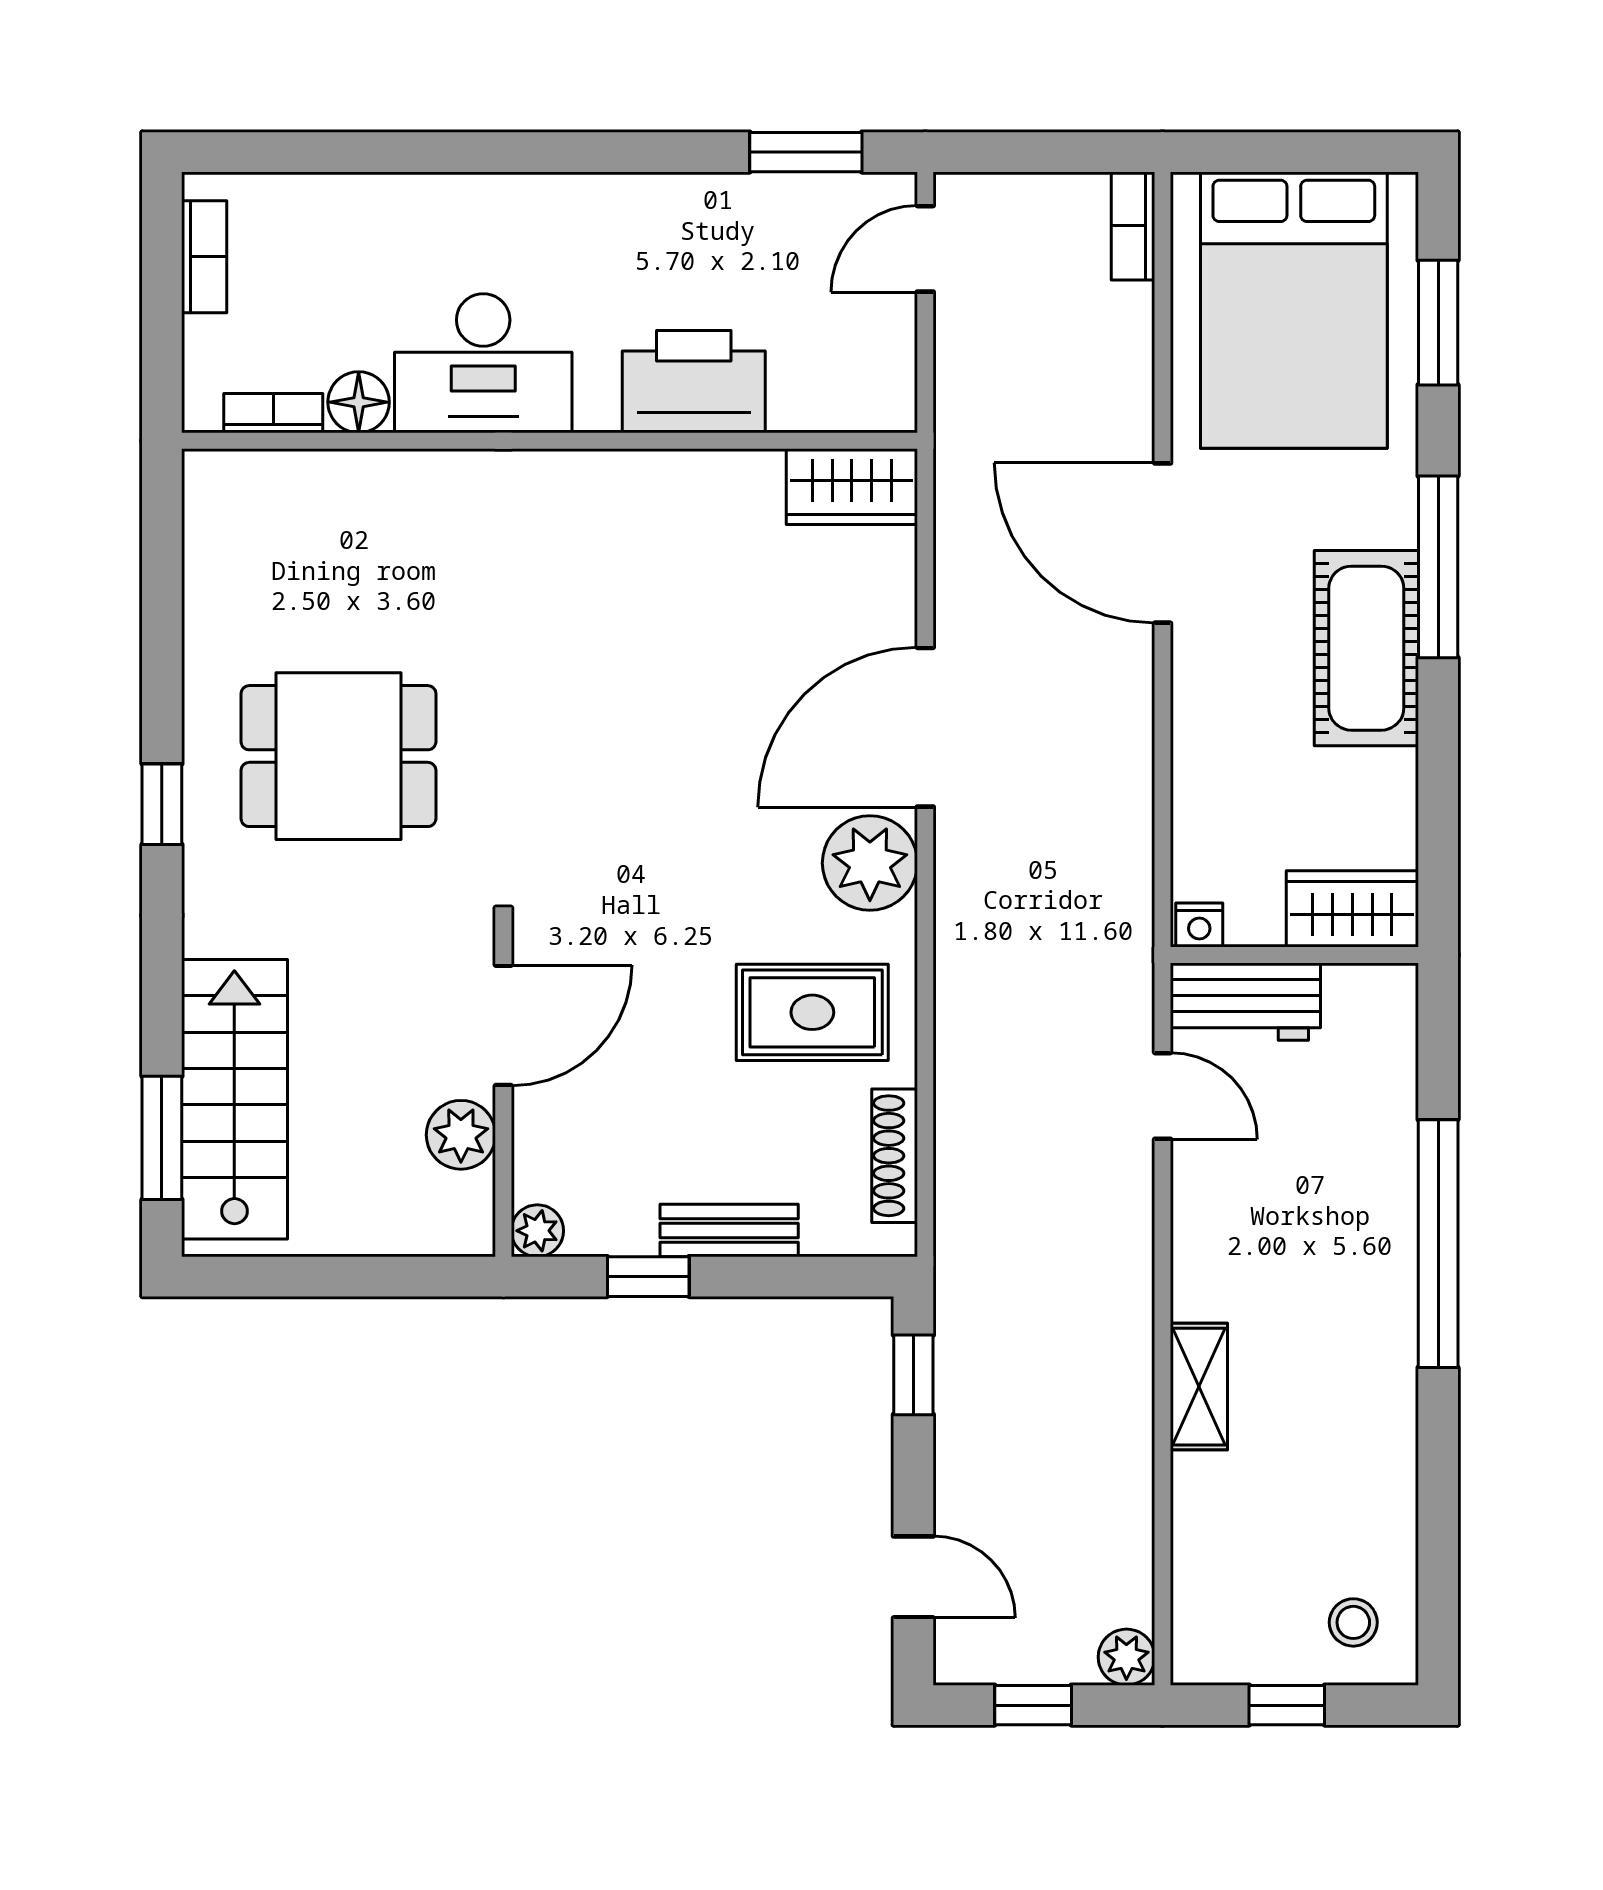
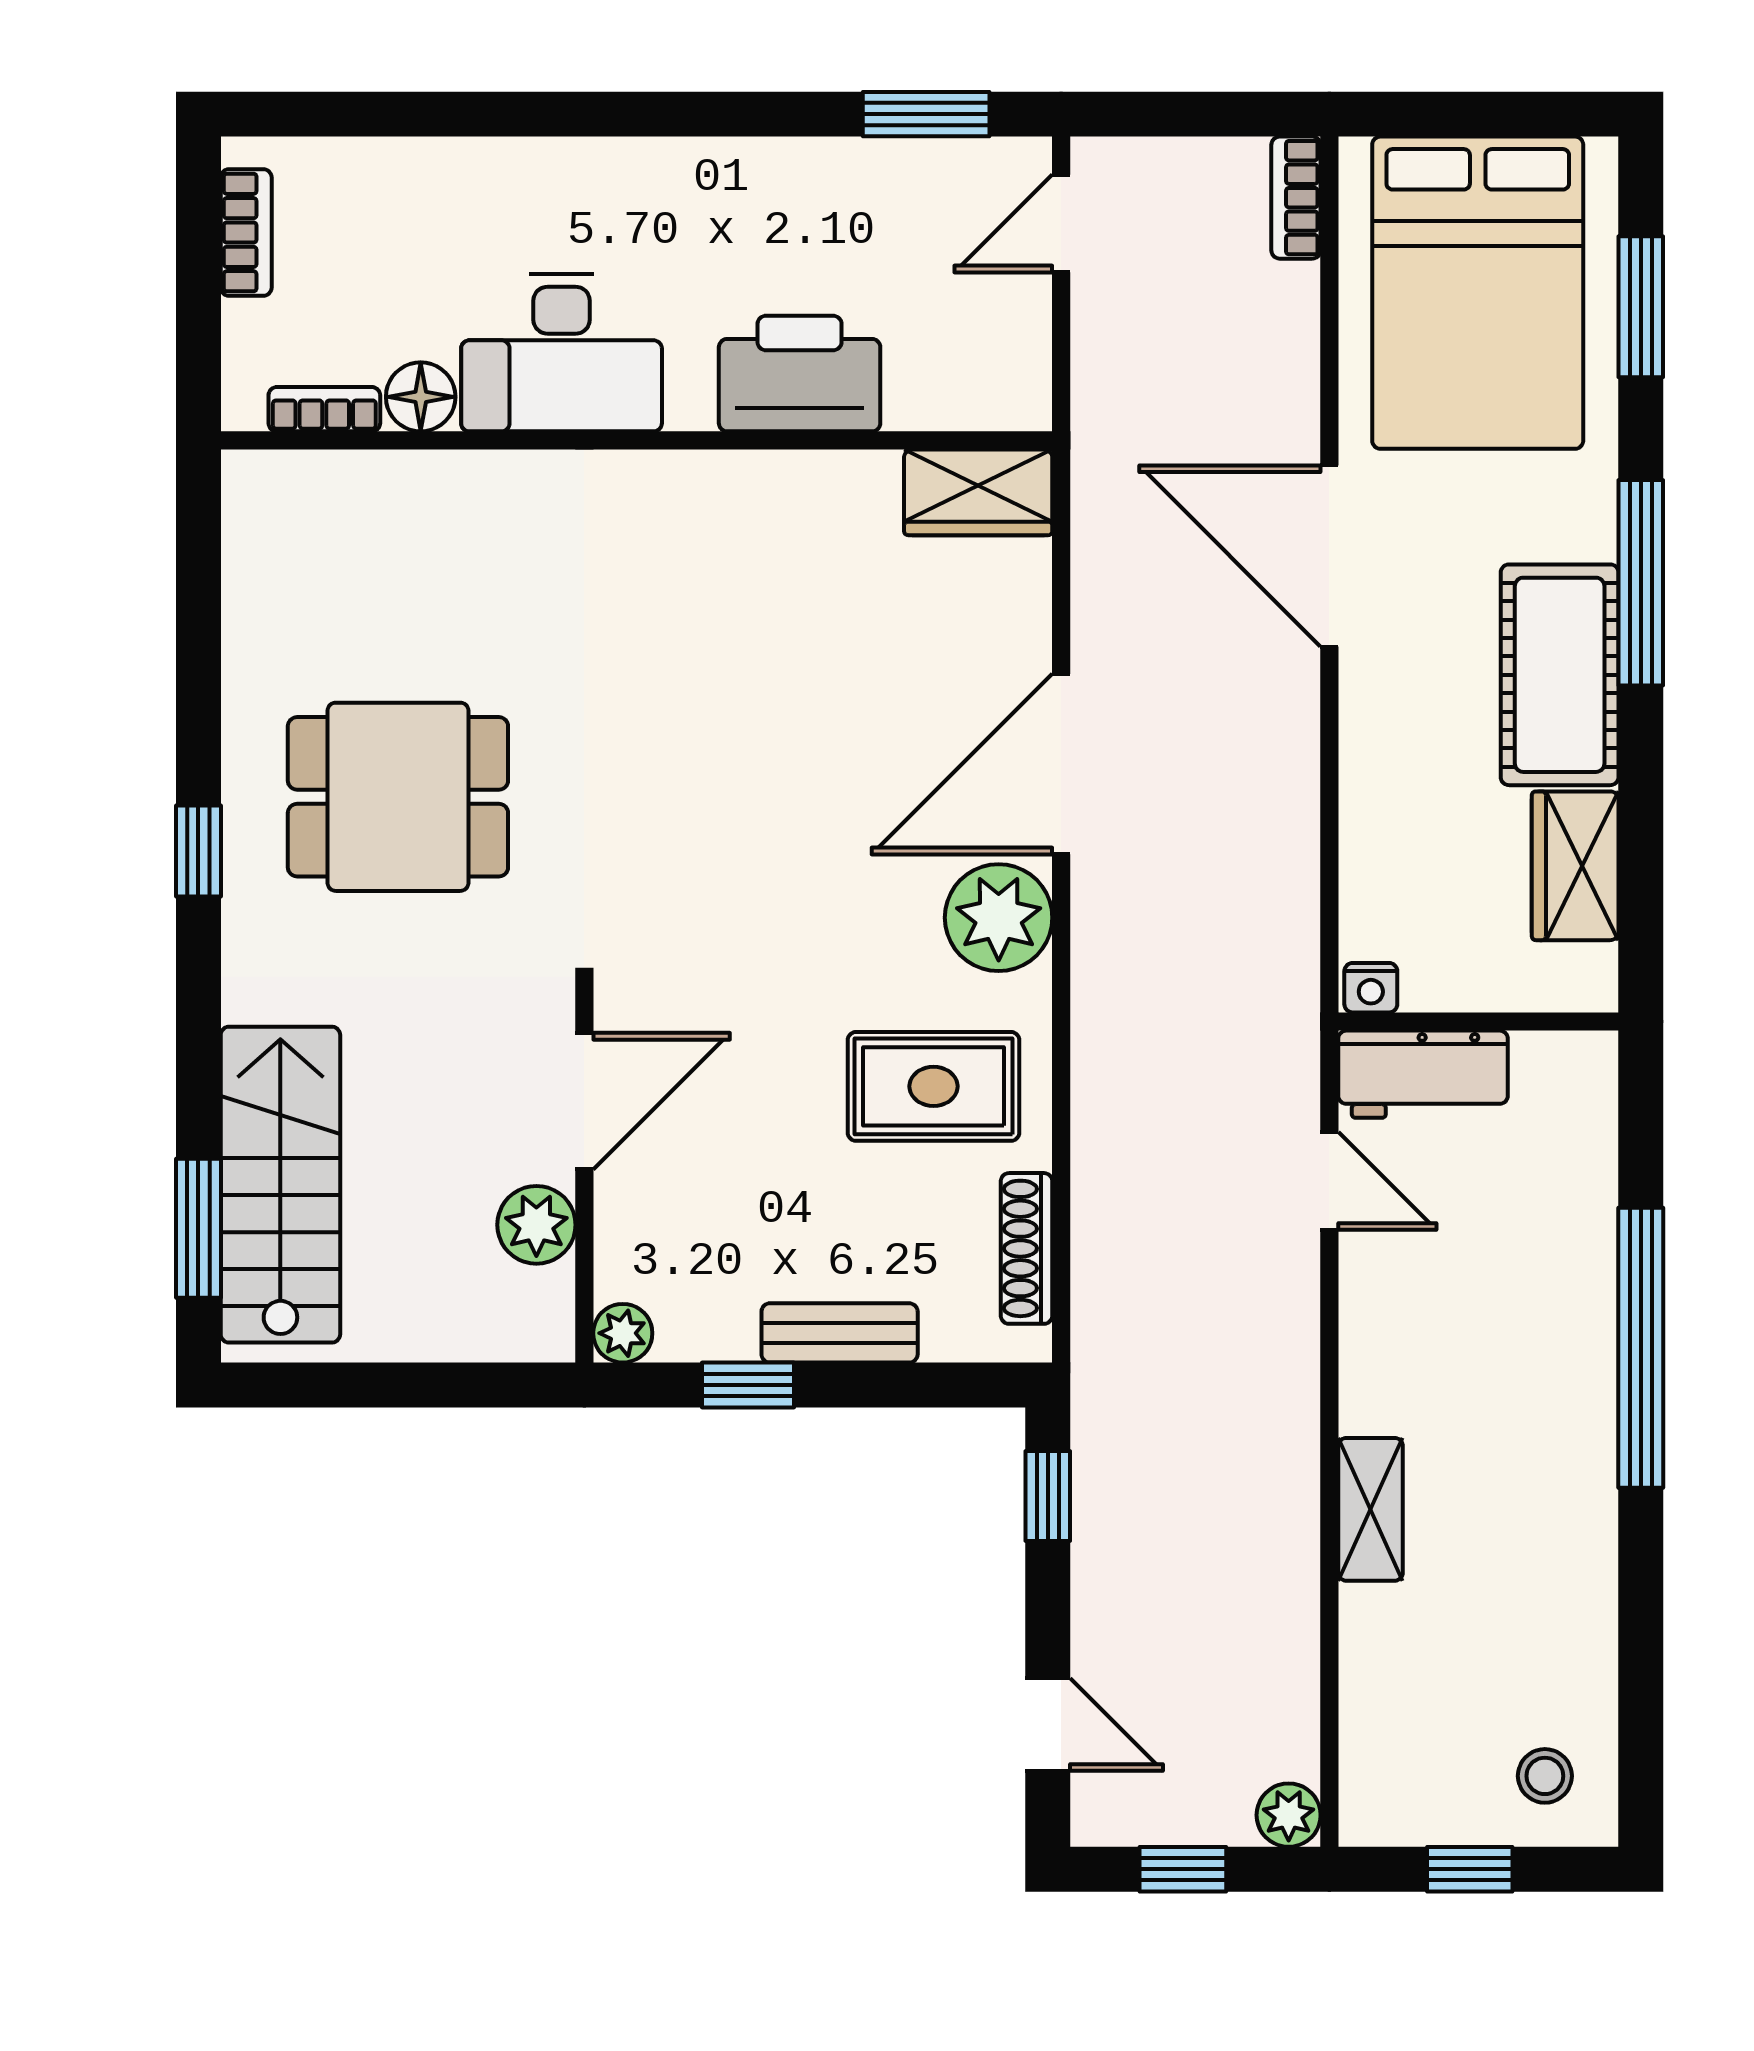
wardrobe: (1352, 909) -> (1575, 866), moved, turned -90

